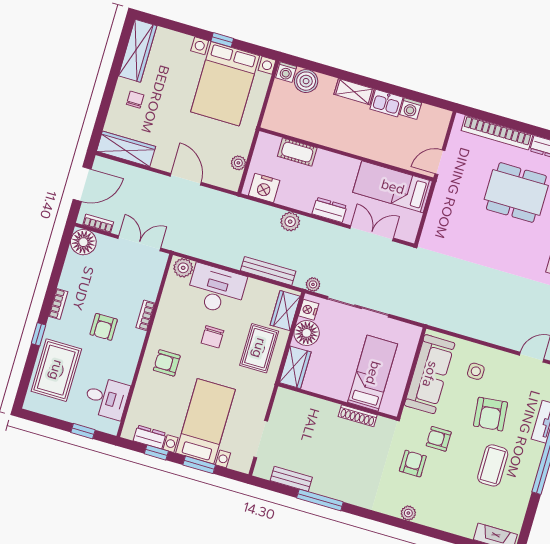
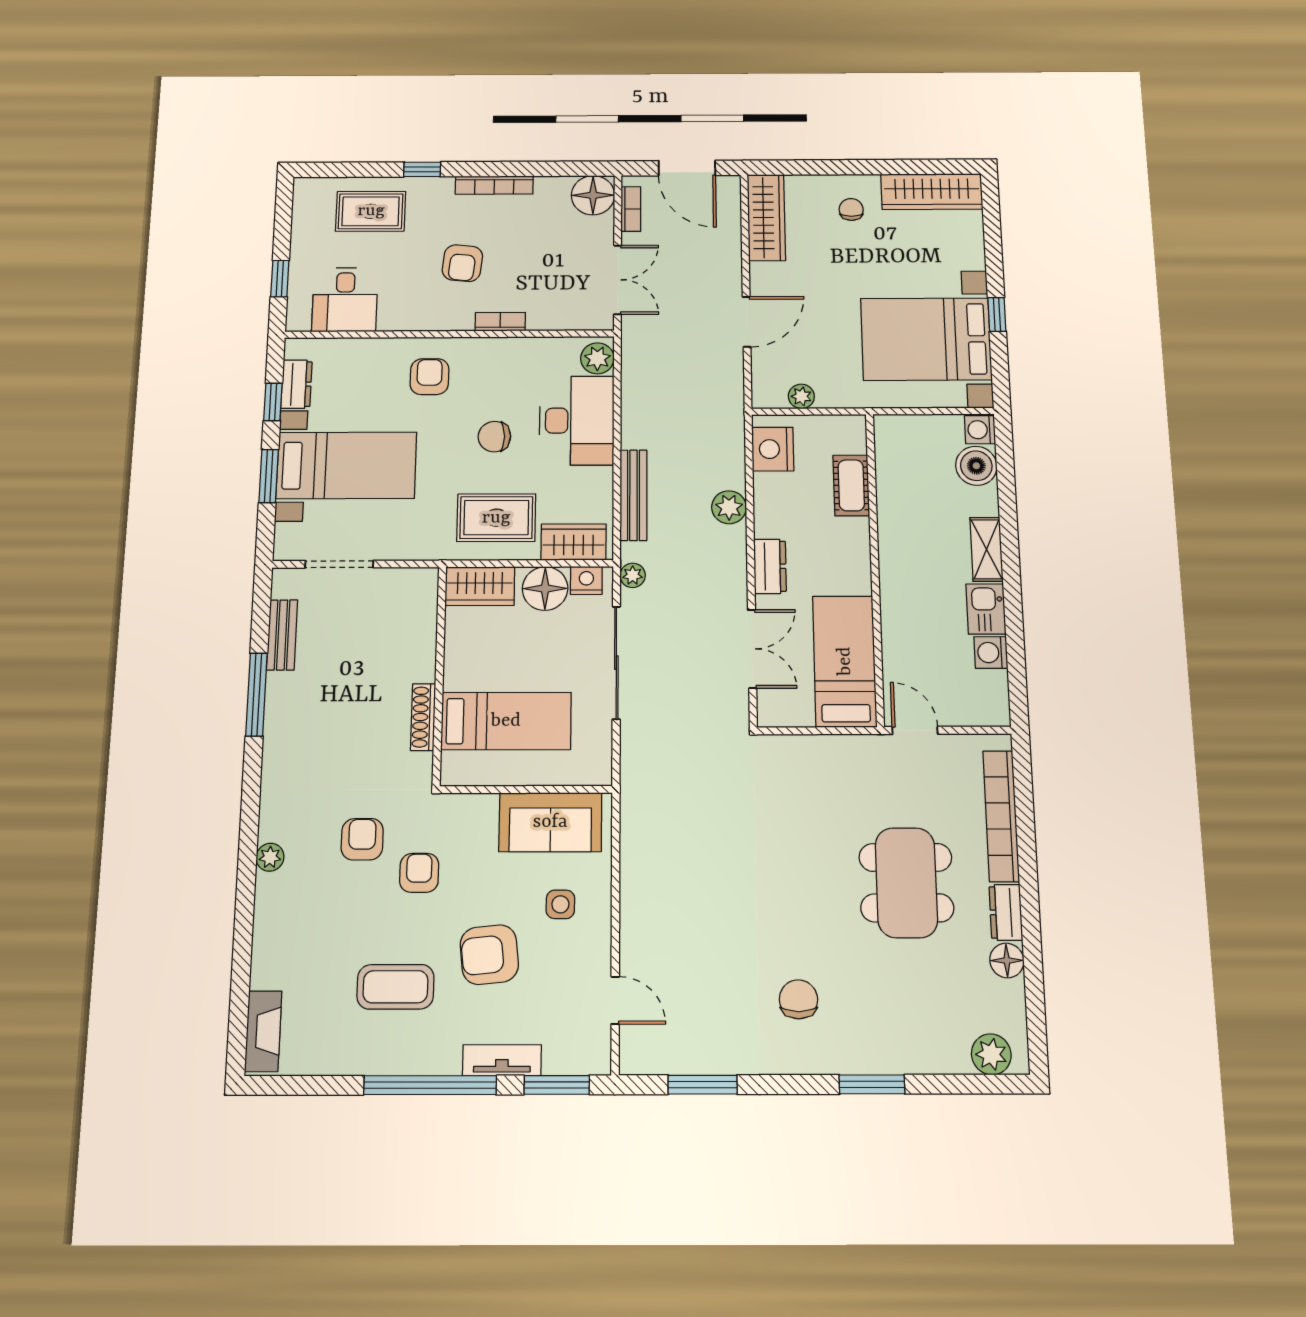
chair: (135, 100) -> (851, 209), turned -90
bookcase: (58, 304) -> (494, 185), width x1.56
armchair: (104, 327) -> (462, 263), turned -84
rug: (56, 370) -> (371, 211), width x0.73, depth x0.70
sofa: (430, 374) -> (550, 822), width x0.73
armchair: (413, 464) -> (362, 839), turned -90

